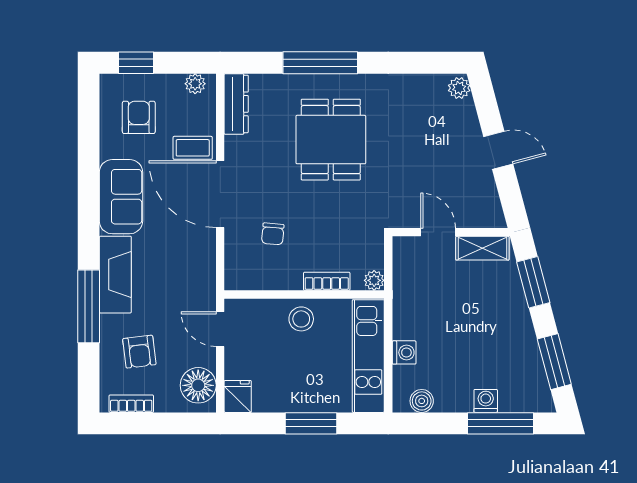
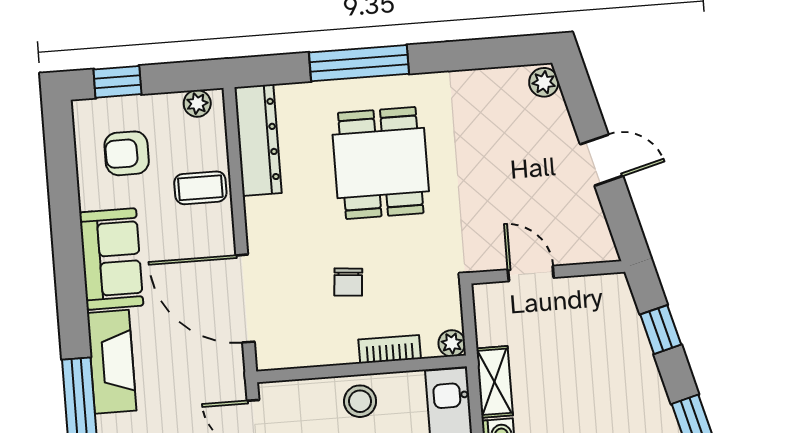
dresser: (236, 104) -> (258, 140), width x1.37, depth x1.24
armchair: (139, 117) -> (127, 153), turned -90
door: (220, 194) -> (245, 299), moved
chair: (273, 234) -> (348, 282), moved
shelving: (482, 248) -> (495, 382), moved, turned 90
window: (533, 282) -> (661, 330), width x0.67

